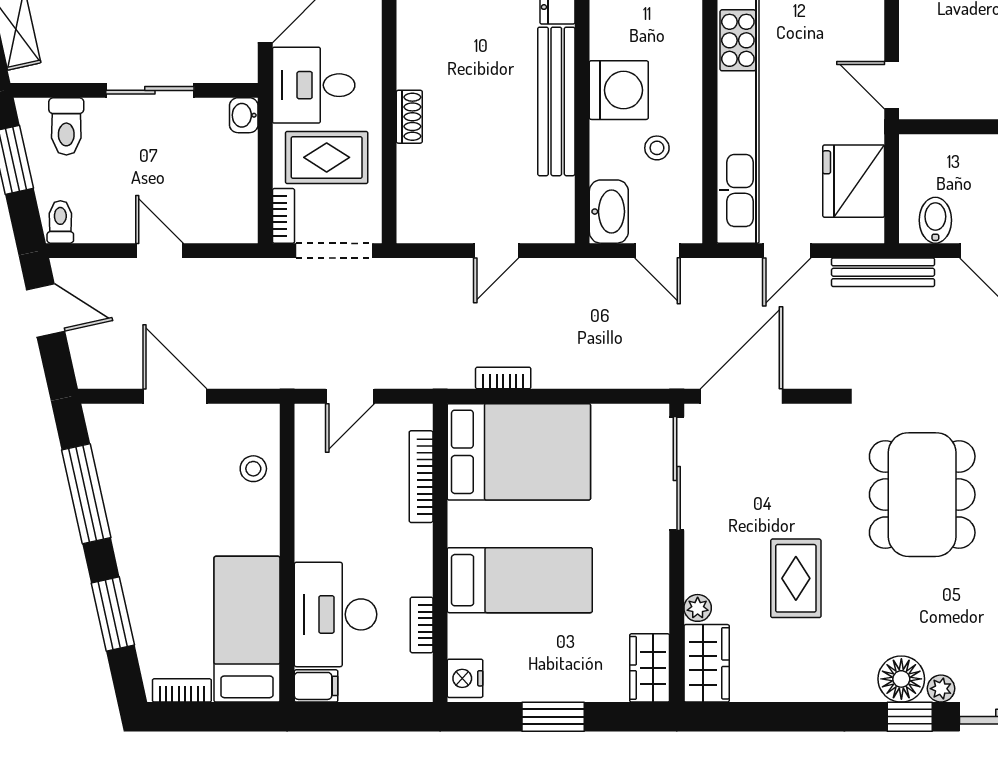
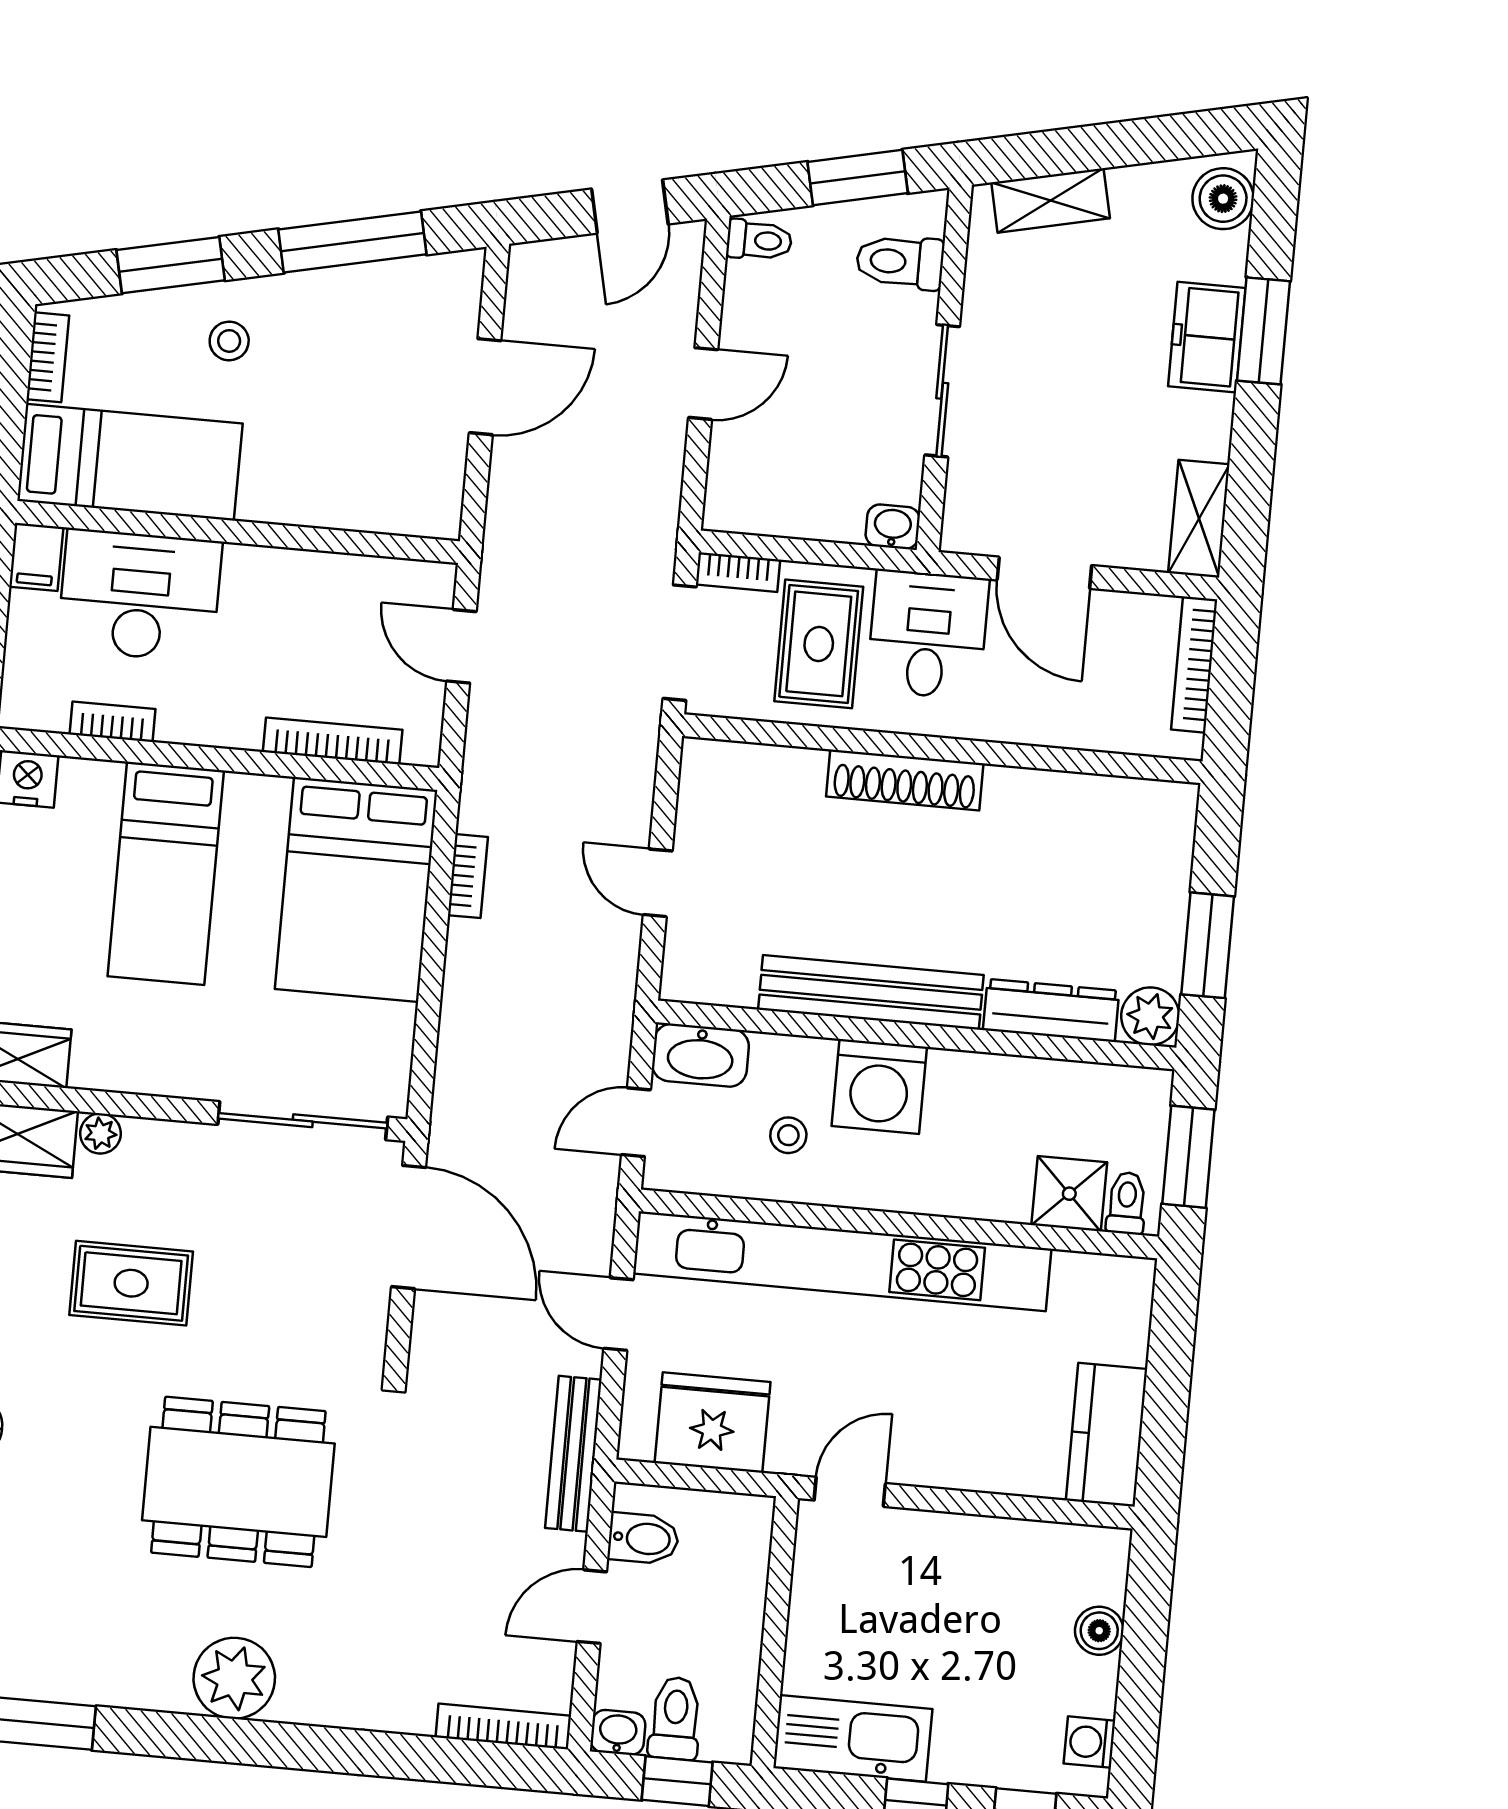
shoe rack: (409, 117) -> (905, 780), width x1.94, depth x1.24
stool: (253, 469) -> (229, 341), moved

